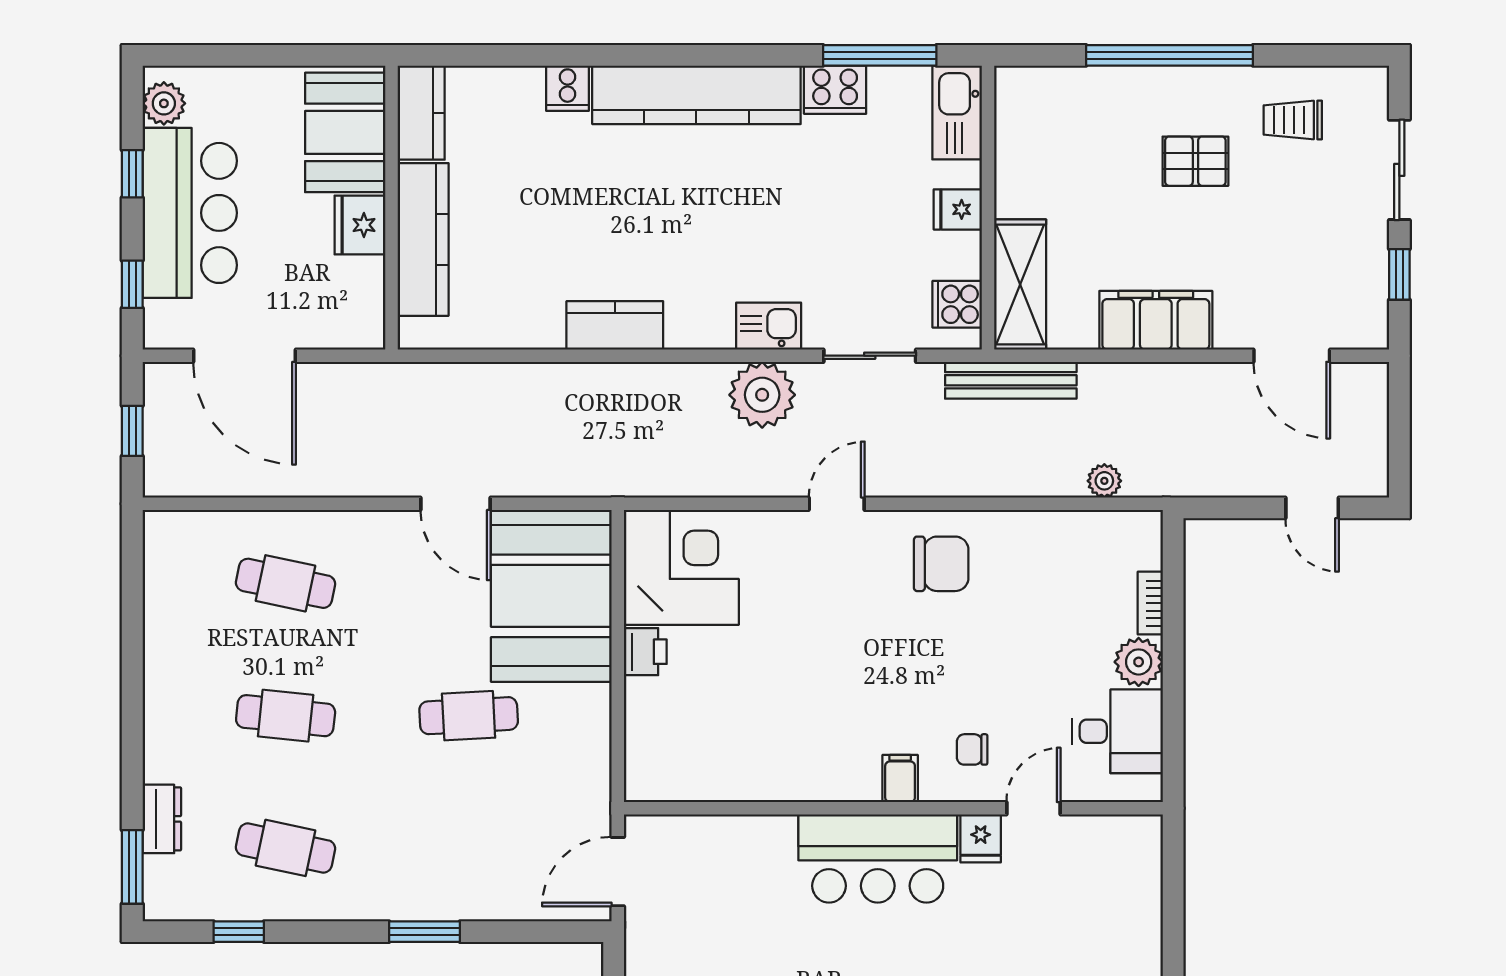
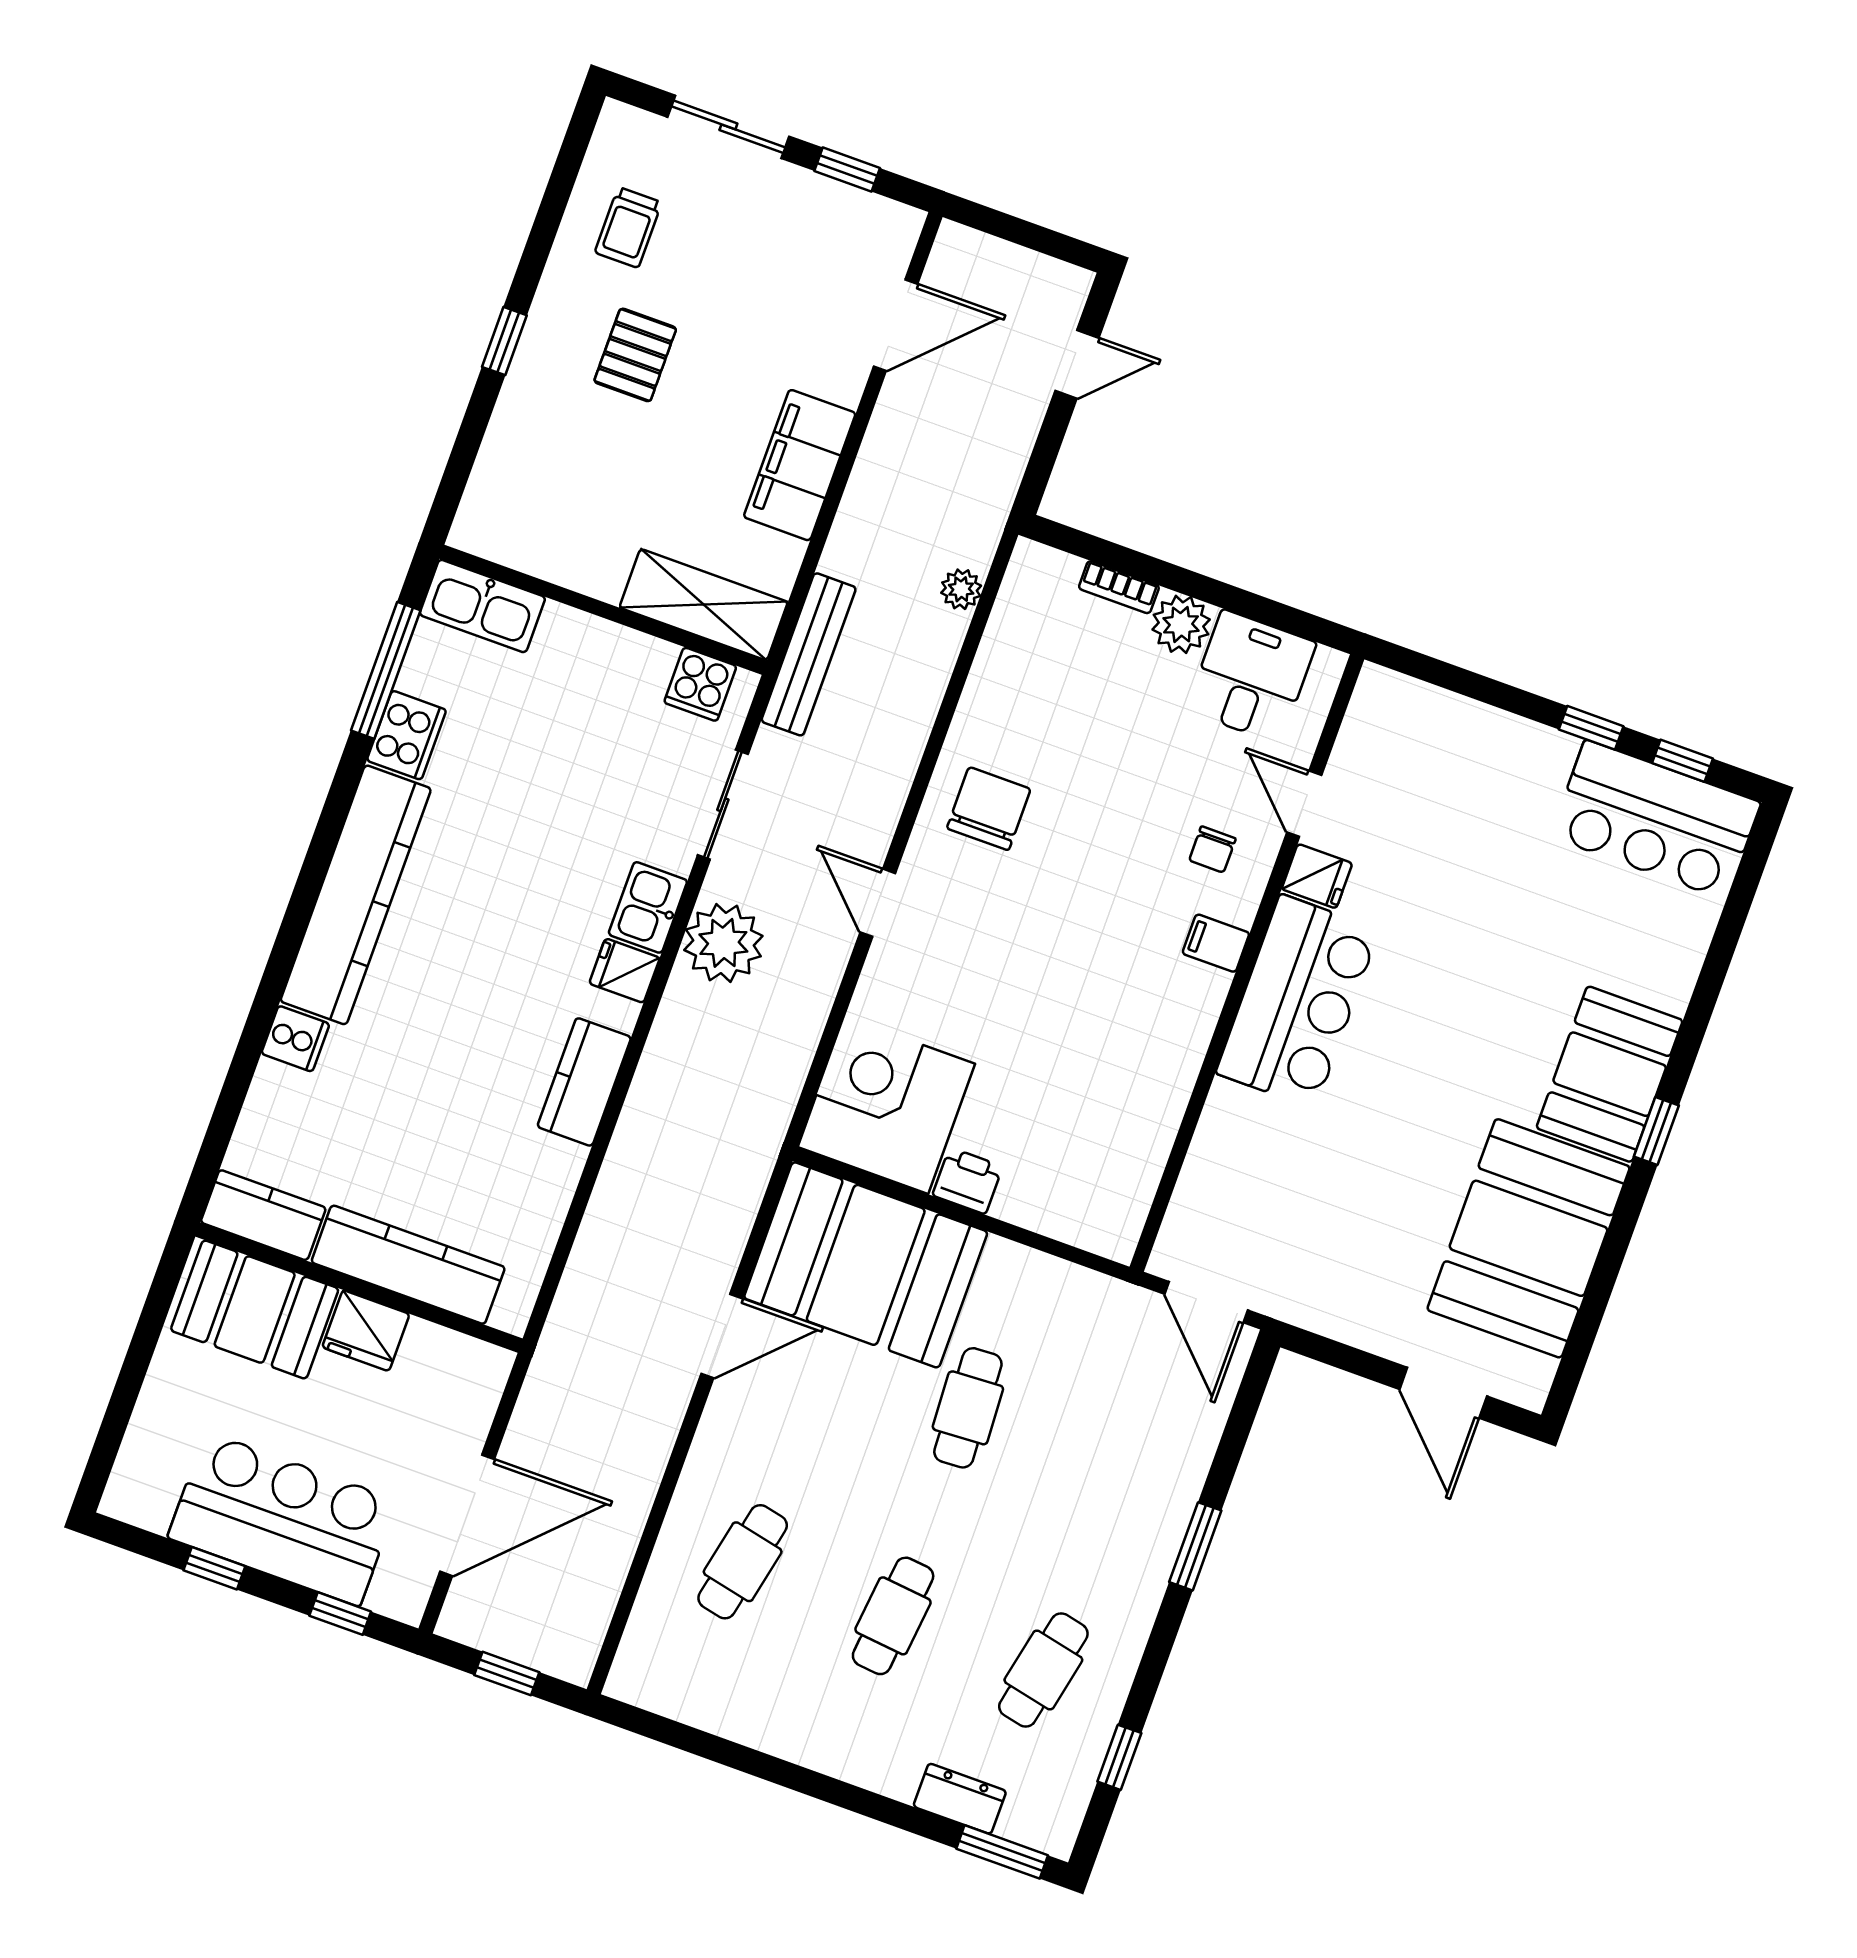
window: (1170, 55) -> (504, 341), width x0.32
plant: (164, 103) -> (147, 1504), removed
fridge: (958, 209) -> (624, 971), moved, turned 90

